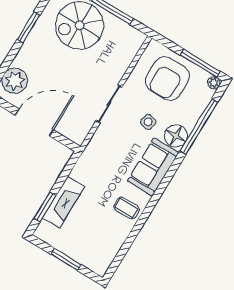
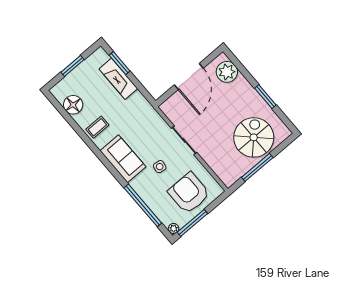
floor lamp: (176, 136) -> (73, 105), moved

